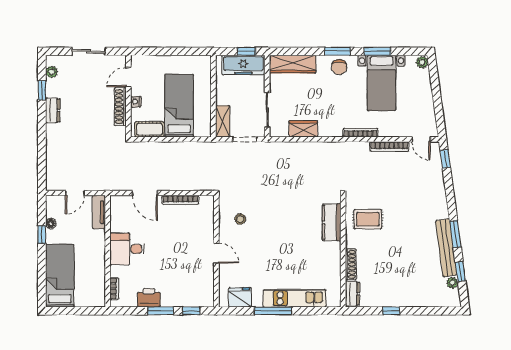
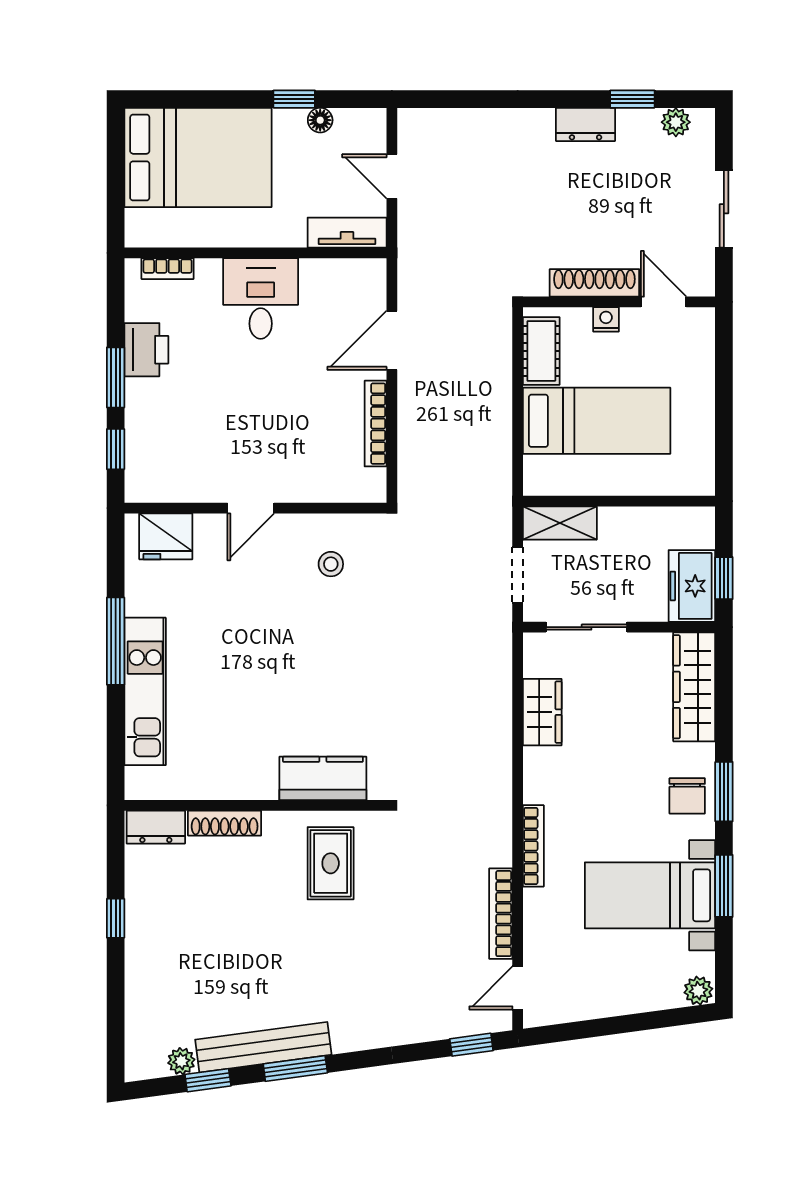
freezer: (243, 65) -> (692, 586), width x0.71
chair: (339, 67) -> (687, 796), turned -90
bed: (60, 276) -> (198, 158), width x1.50
fridge: (240, 297) -> (166, 536), moved, turned 90

